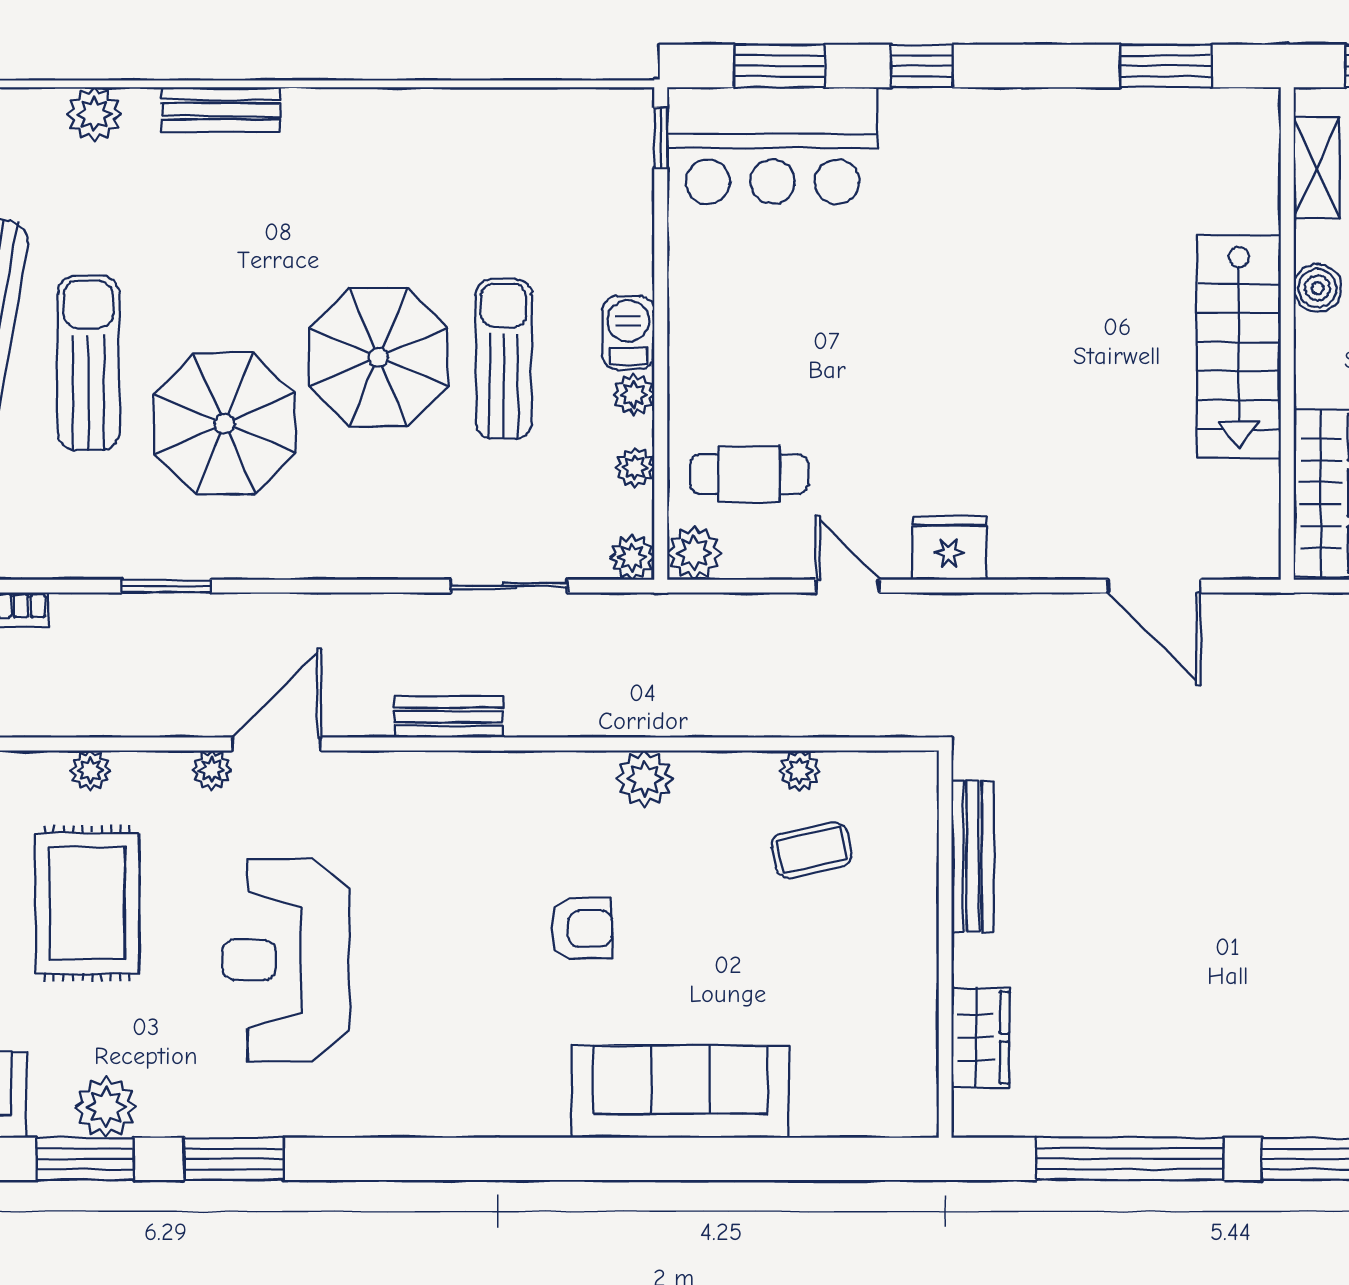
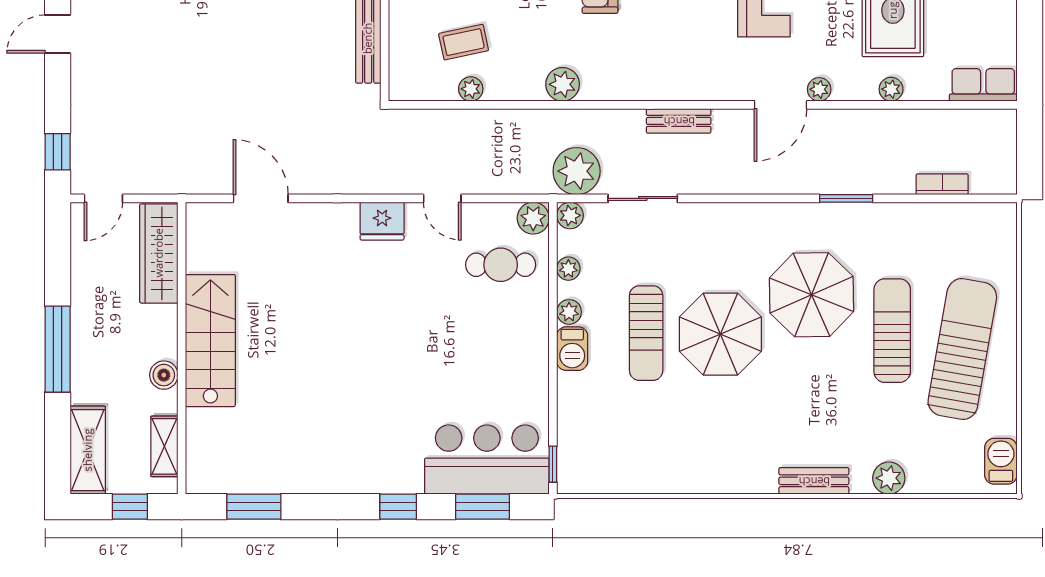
sun lounger: (88, 363) -> (892, 331), turned 180
plant: (621, 632) -> (577, 171), added

